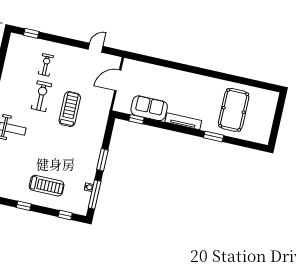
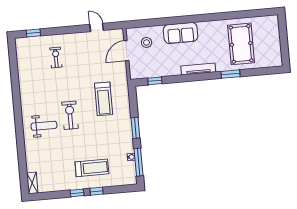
door: (96, 48) -> (97, 27), hinge flipped
stool: (140, 79) -> (147, 42), added
exercise bike: (41, 96) -> (70, 115), moved
sofa: (149, 108) -> (181, 33), moved, turned 180
treadmill: (70, 109) -> (104, 99), moved, turned 180
window: (65, 215) -> (97, 191), moved

